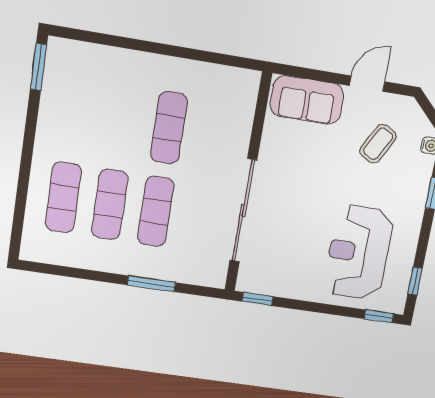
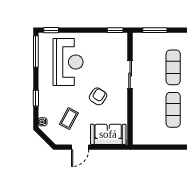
armchair: (313, 178) -> (98, 96), added
sliding door: (243, 210) -> (130, 75), width x0.54
window: (415, 281) -> (36, 51), width x2.17
window: (151, 284) -> (155, 30), moved

